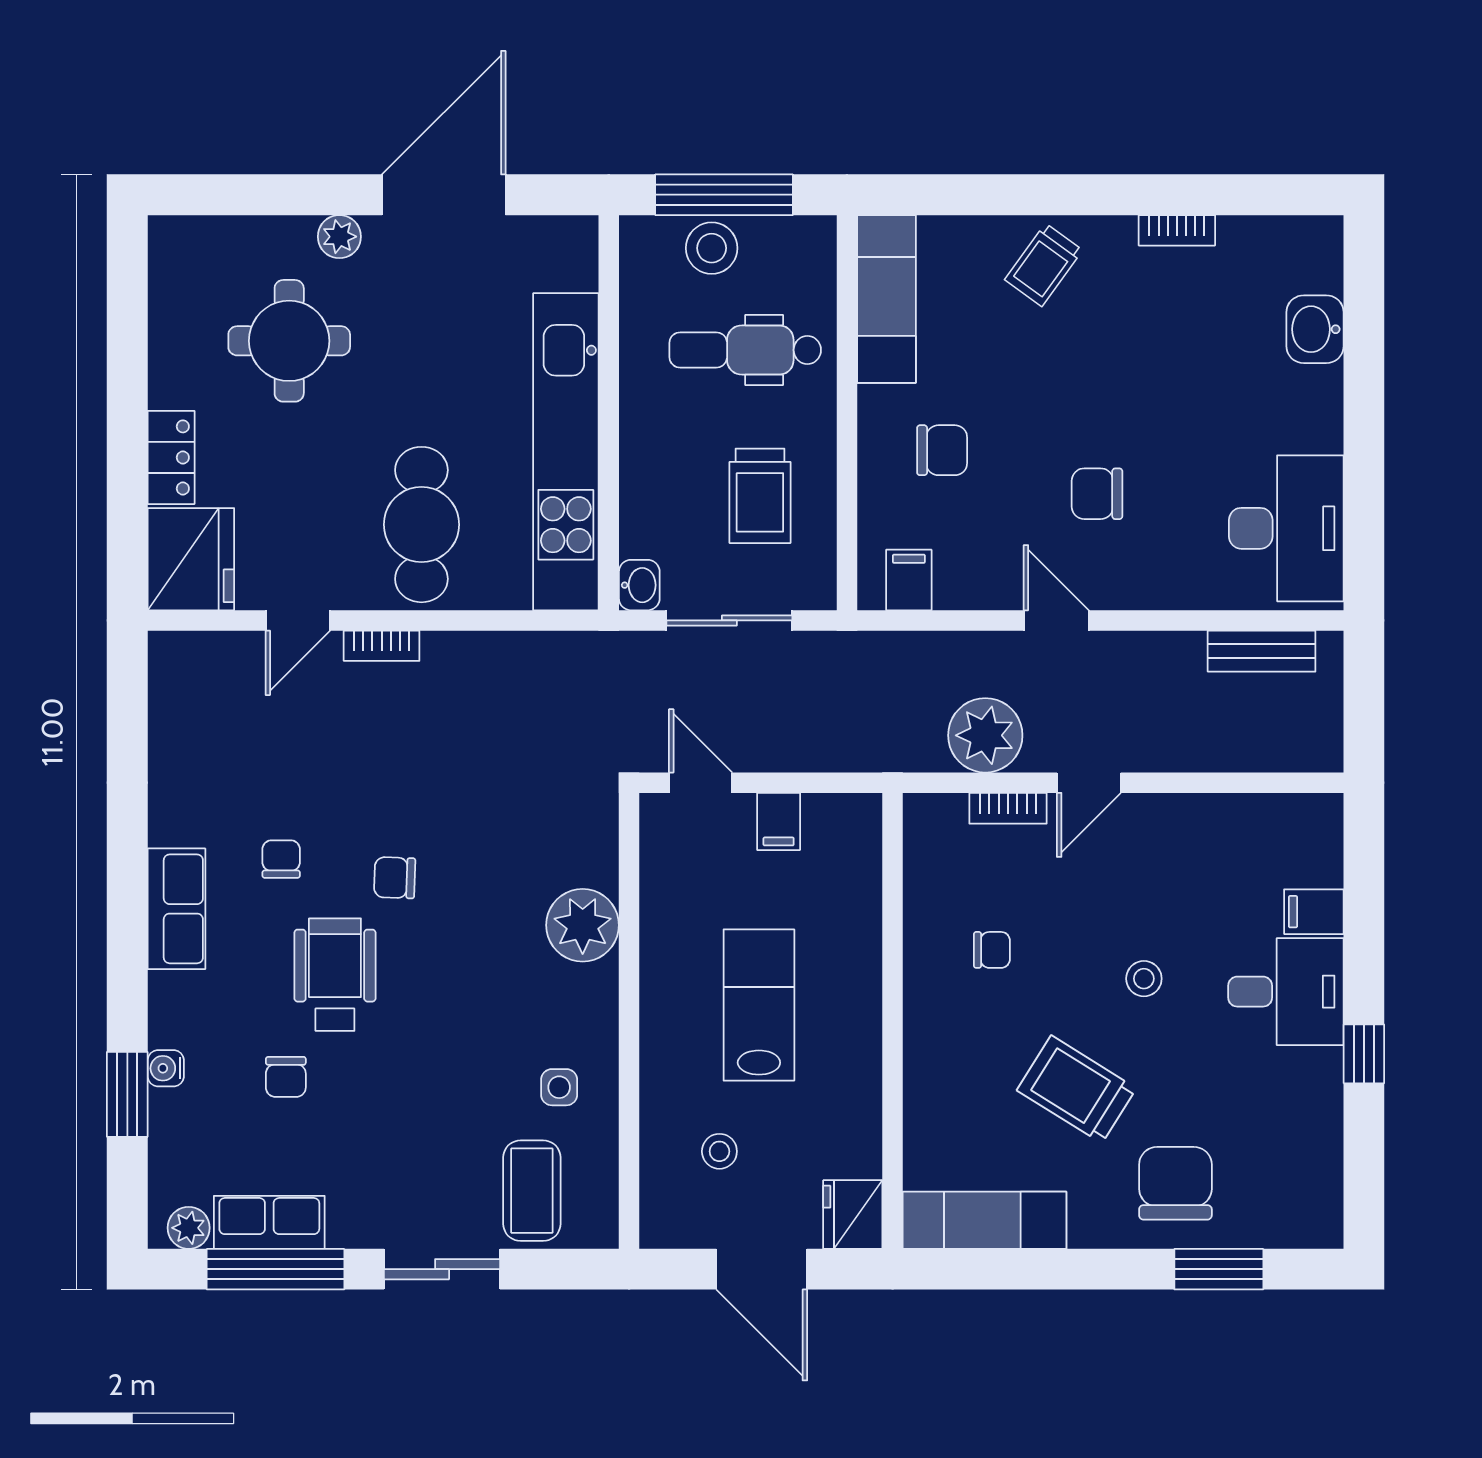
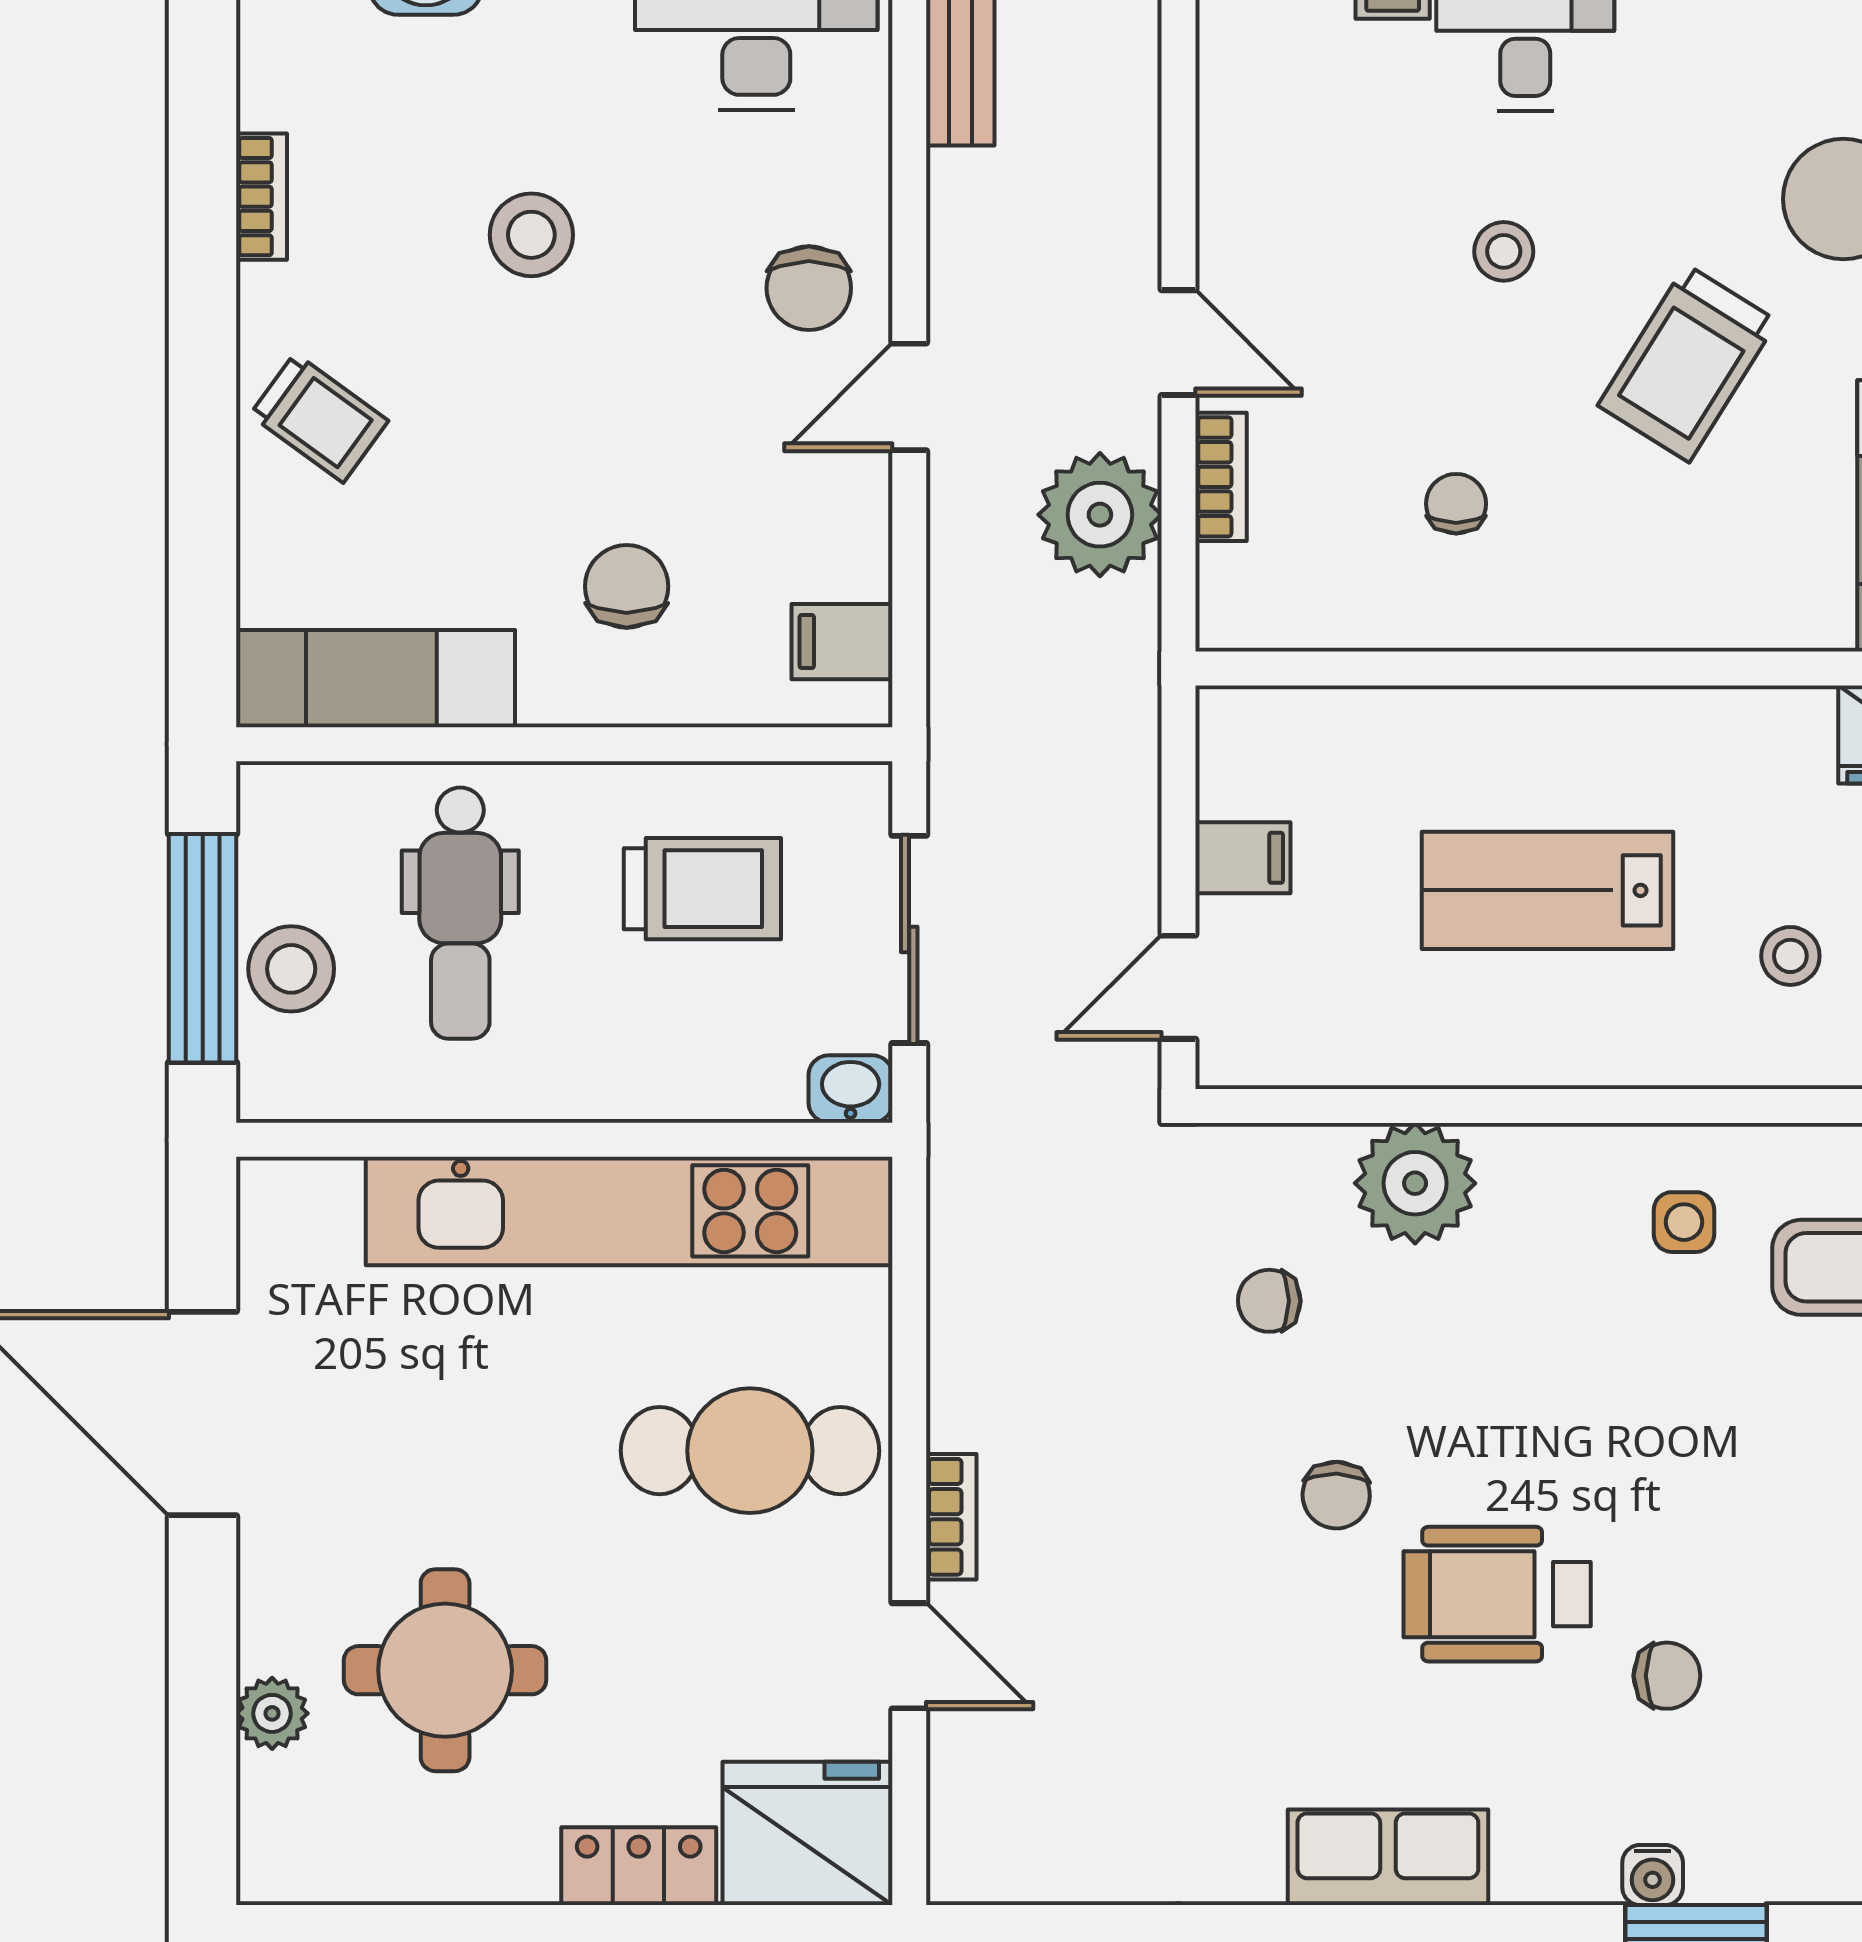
plant: (339, 237) -> (272, 1713), moved
stool: (1154, 393) -> (531, 235), added
chair: (1097, 494) -> (809, 288), moved
chair: (281, 859) -> (1269, 1301), moved

